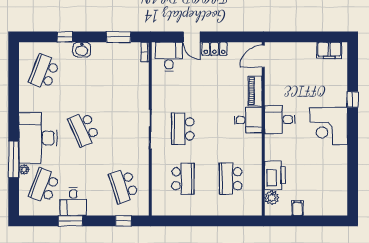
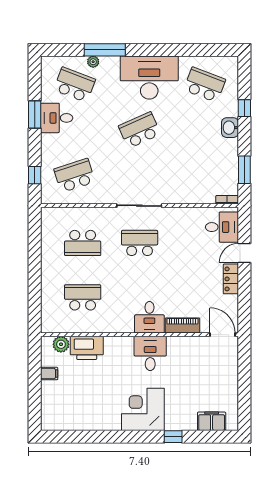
filing cabinet: (329, 50) -> (212, 421), moved, turned 90
desk: (38, 138) -> (149, 78), moved

